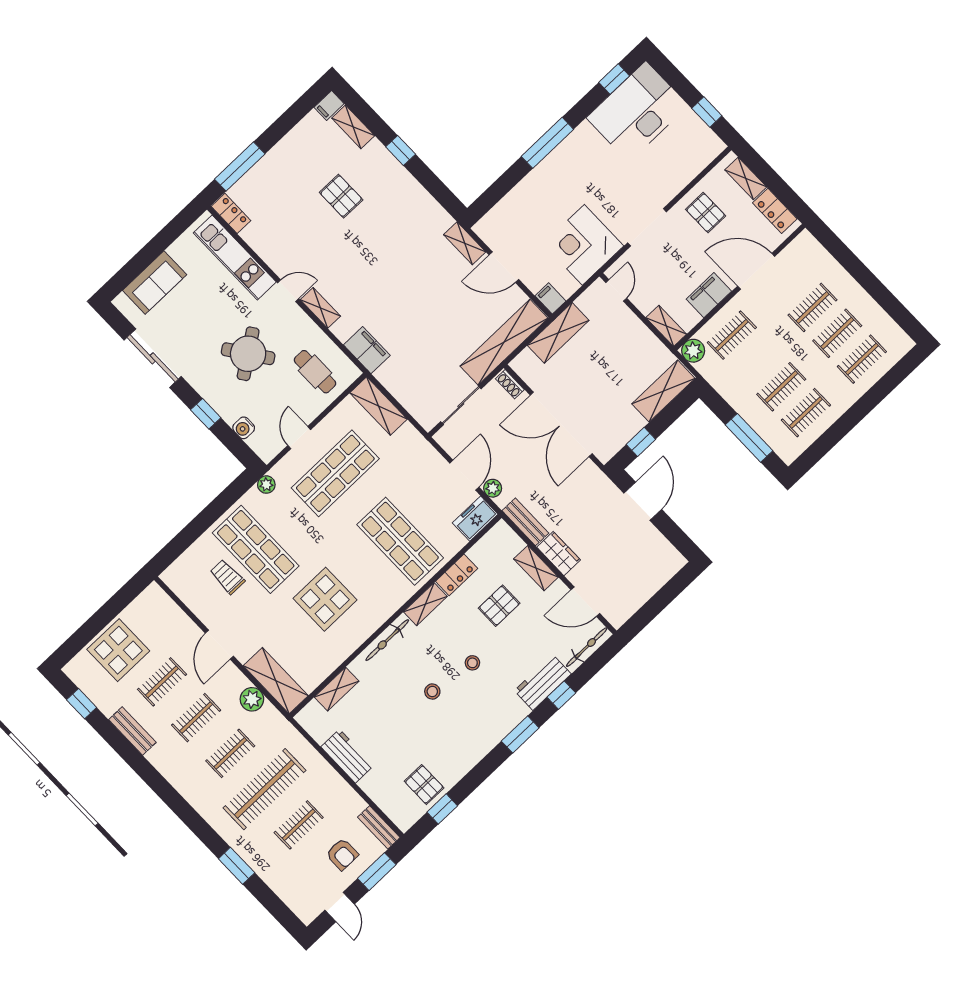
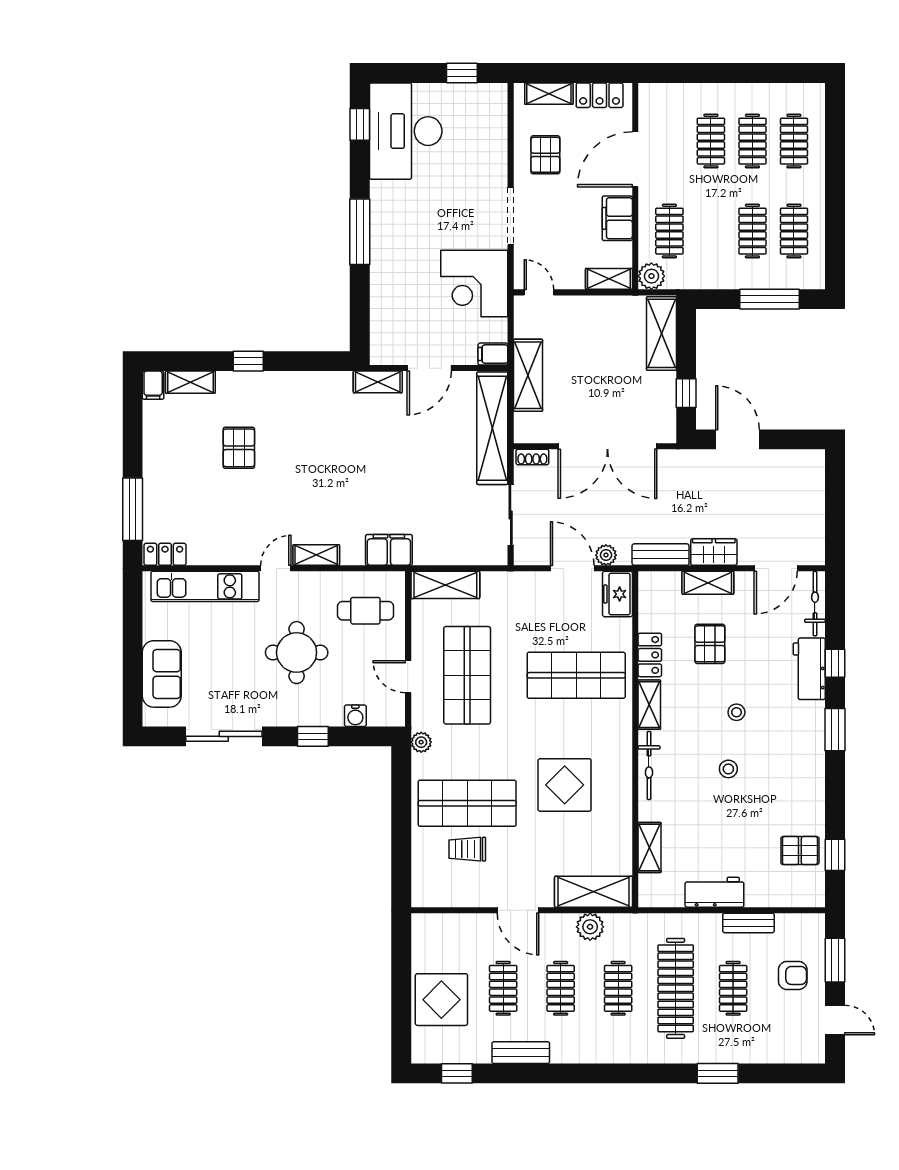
pallet: (341, 196) -> (239, 448), turned 90
pallet: (706, 213) -> (545, 155), turned 90
round table: (248, 354) -> (297, 653), turned 35
bench: (379, 827) -> (748, 923), moved

